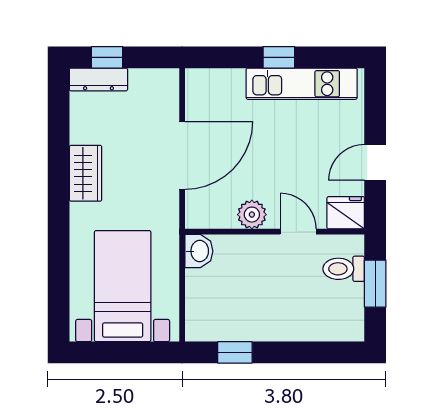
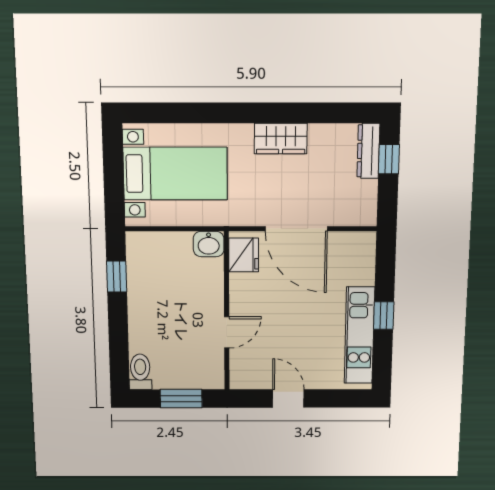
fridge: (346, 213) -> (244, 255), moved
plant: (252, 215) -> (242, 292), removed
toilet: (344, 269) -> (140, 372), moved

